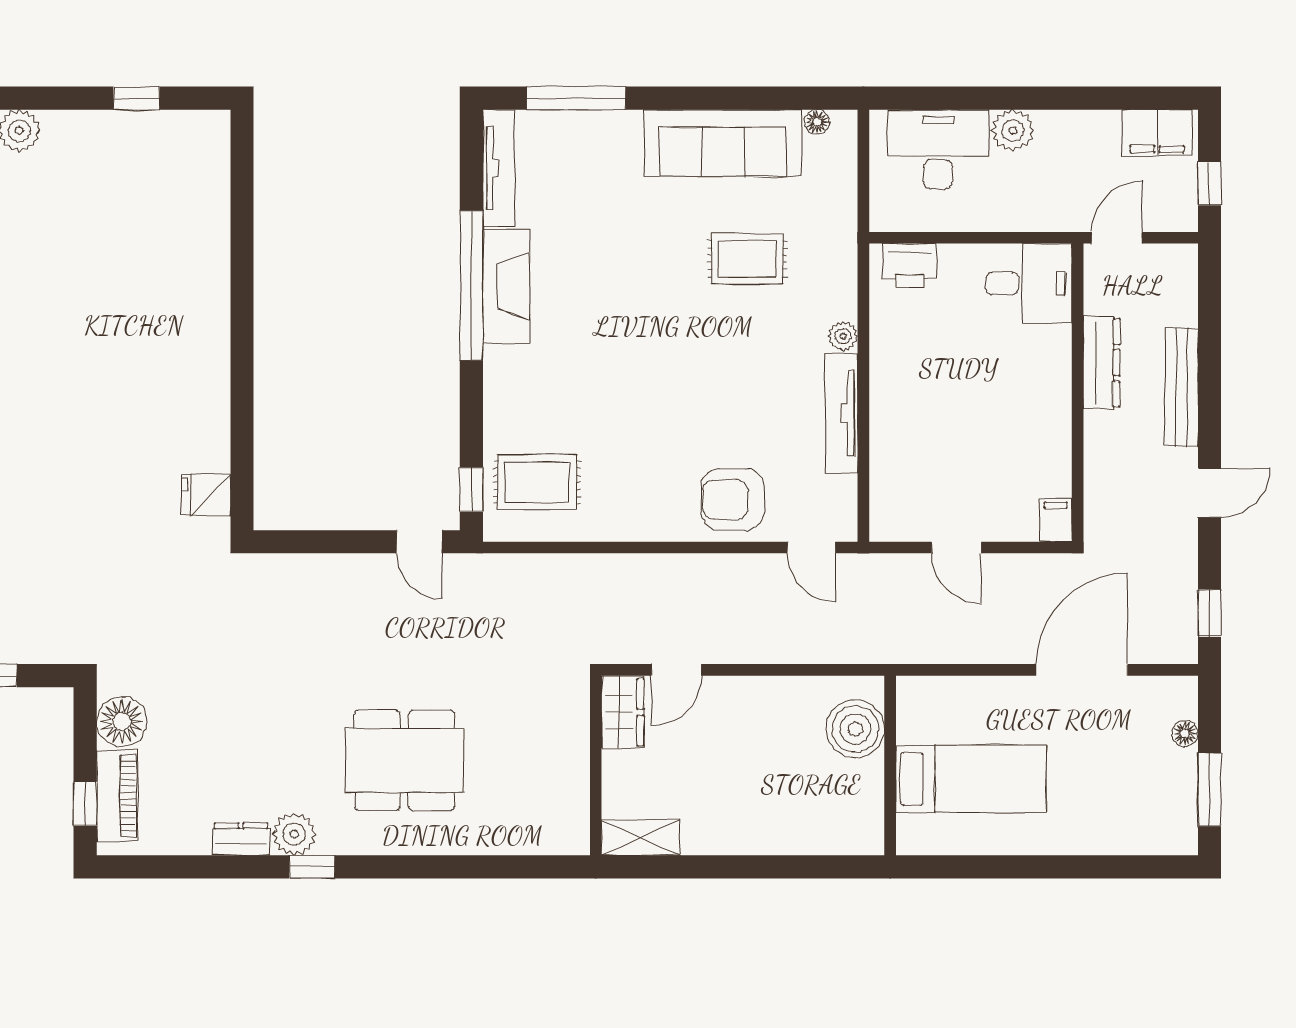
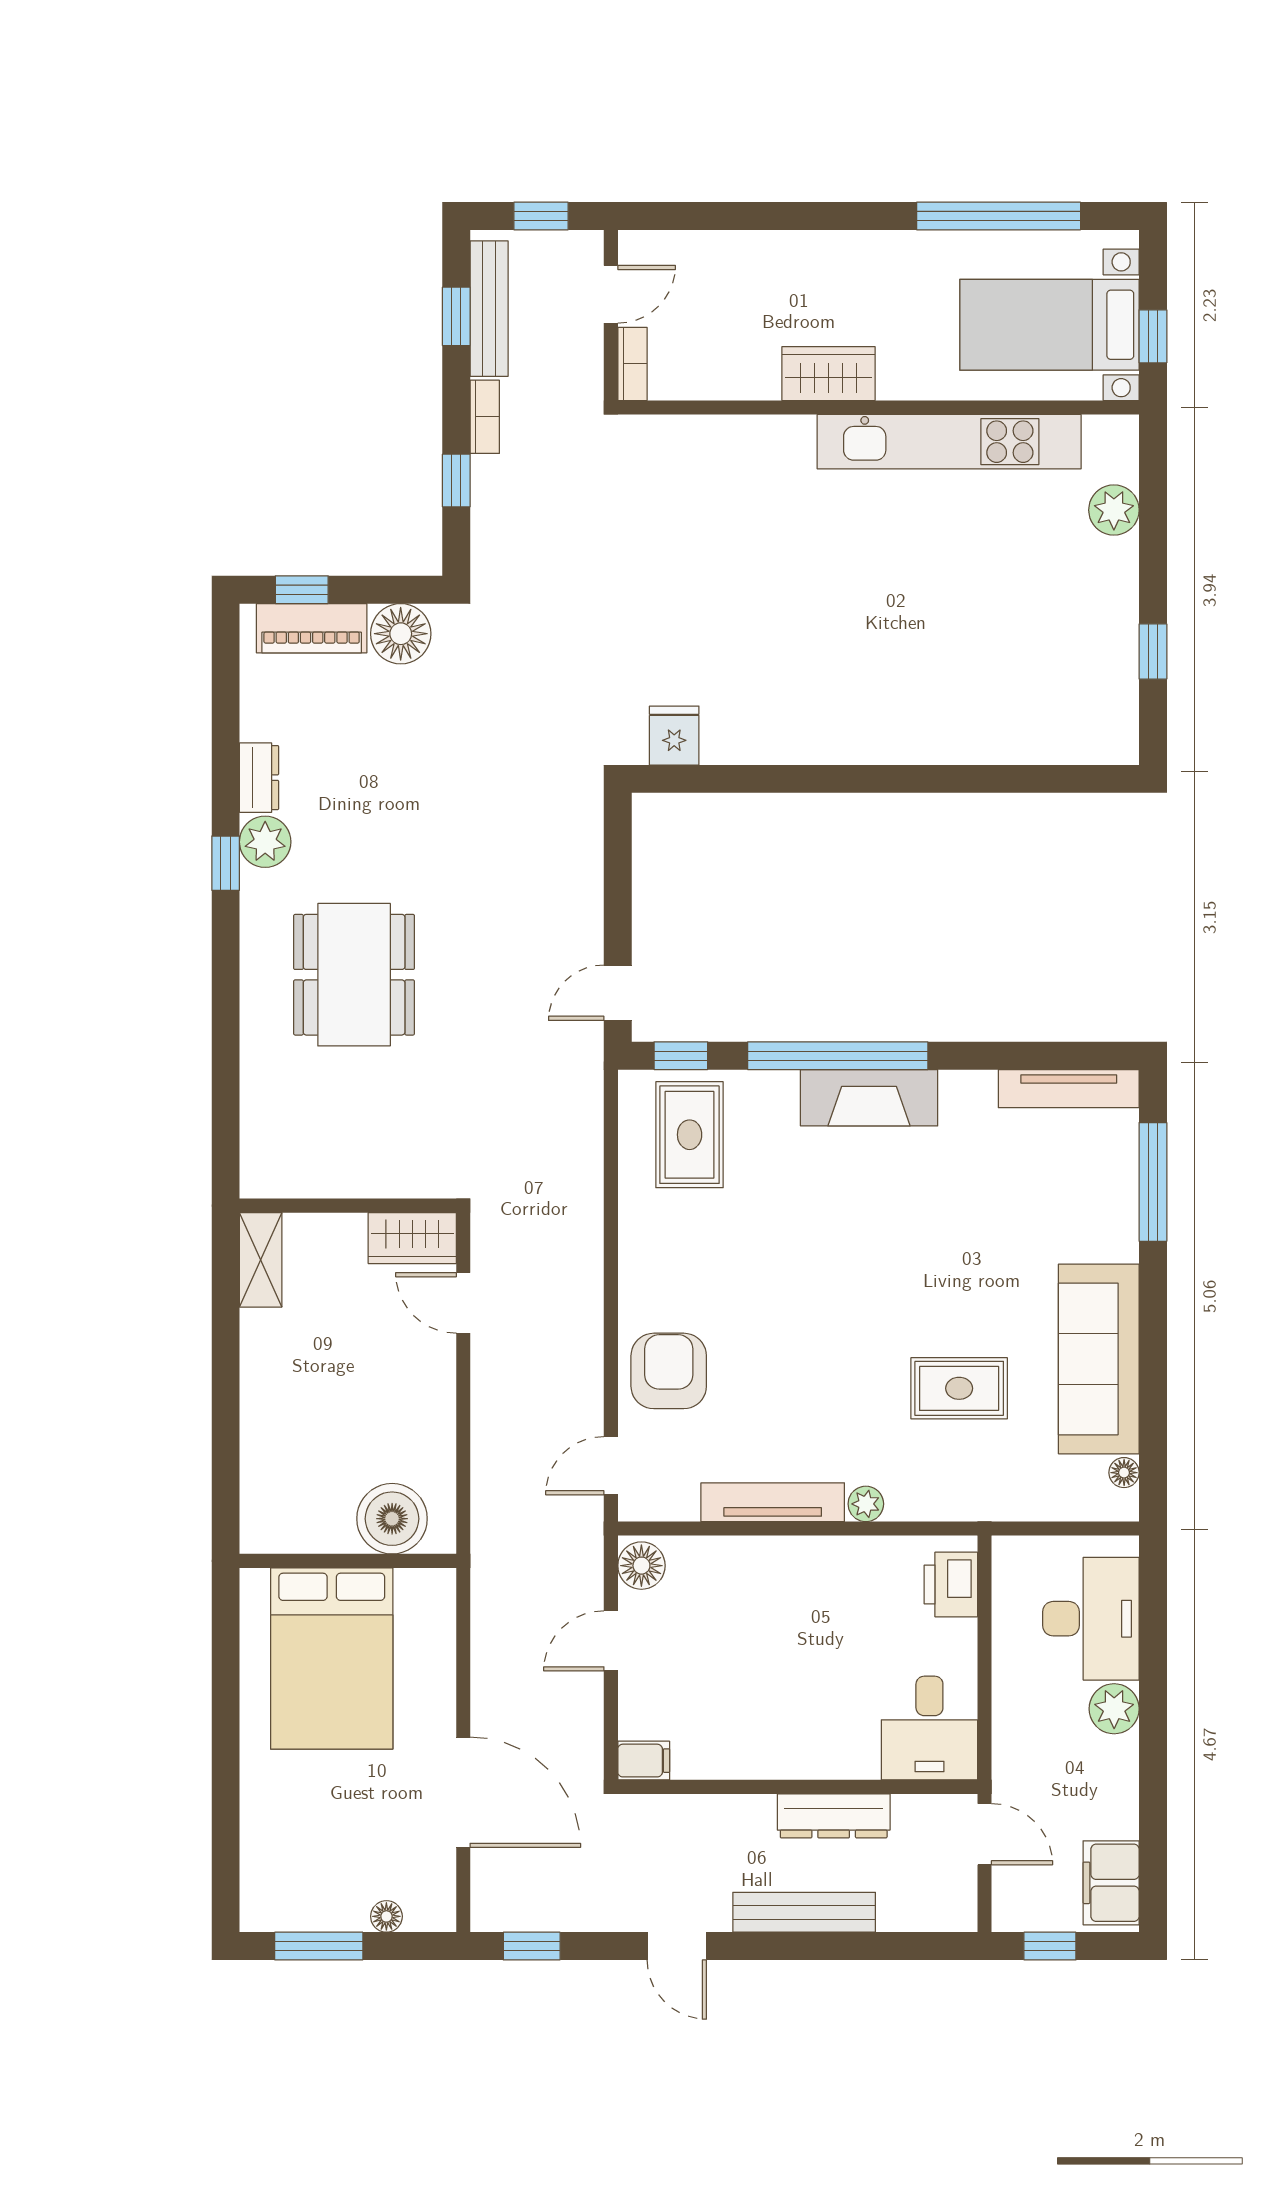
rug: (747, 259) -> (959, 1388), turned 90
window: (471, 285) -> (838, 1056), moved
fireplace: (506, 286) -> (869, 1098), moved
floor lamp: (894, 522) -> (641, 1566), added
bed: (971, 779) -> (332, 1658), width x1.50

